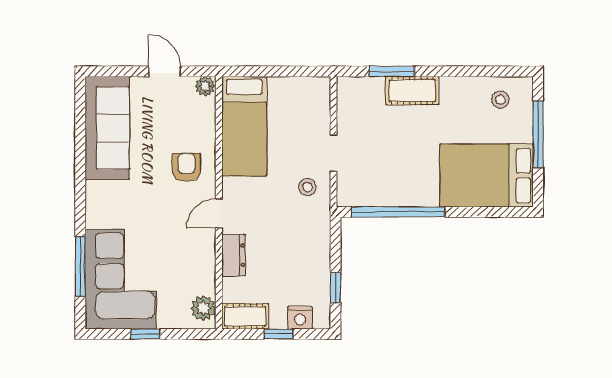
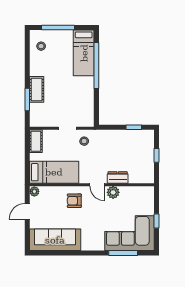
bed: (486, 176) -> (84, 53), width x0.67
window: (398, 212) -> (96, 66), moved
plant: (203, 308) -> (113, 192), moved
cot: (245, 316) -> (36, 141), moved
nightstand: (300, 318) -> (148, 145), removed

